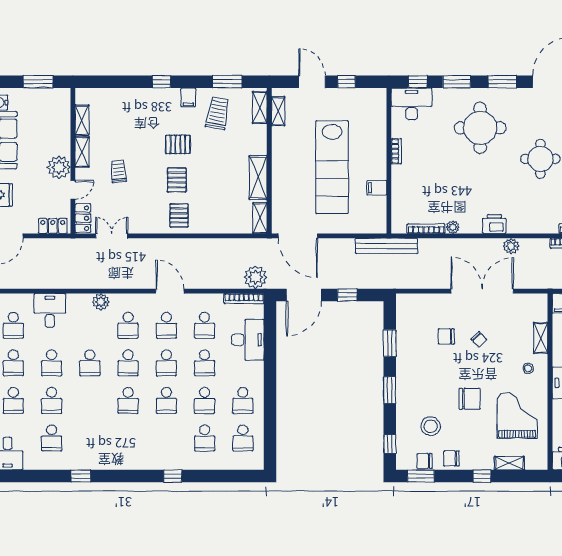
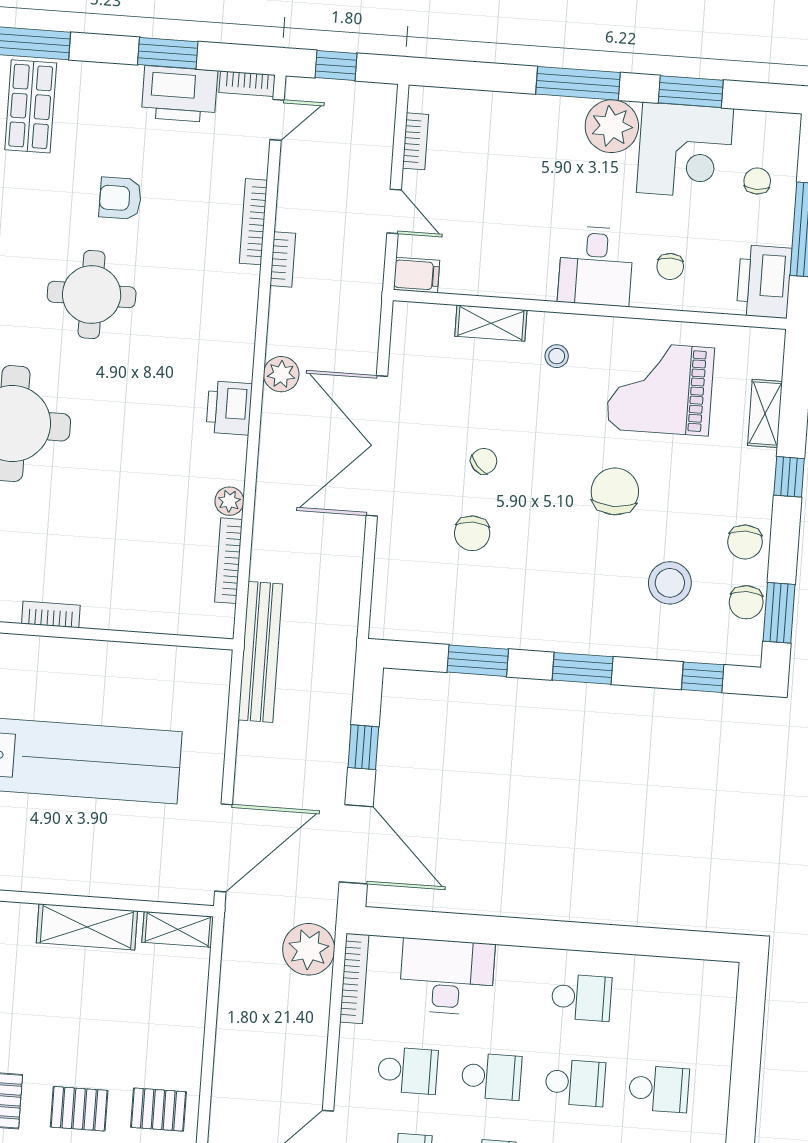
filing cabinet: (377, 188) -> (129, 664), removed
school desk: (243, 438) -> (665, 1004), removed

